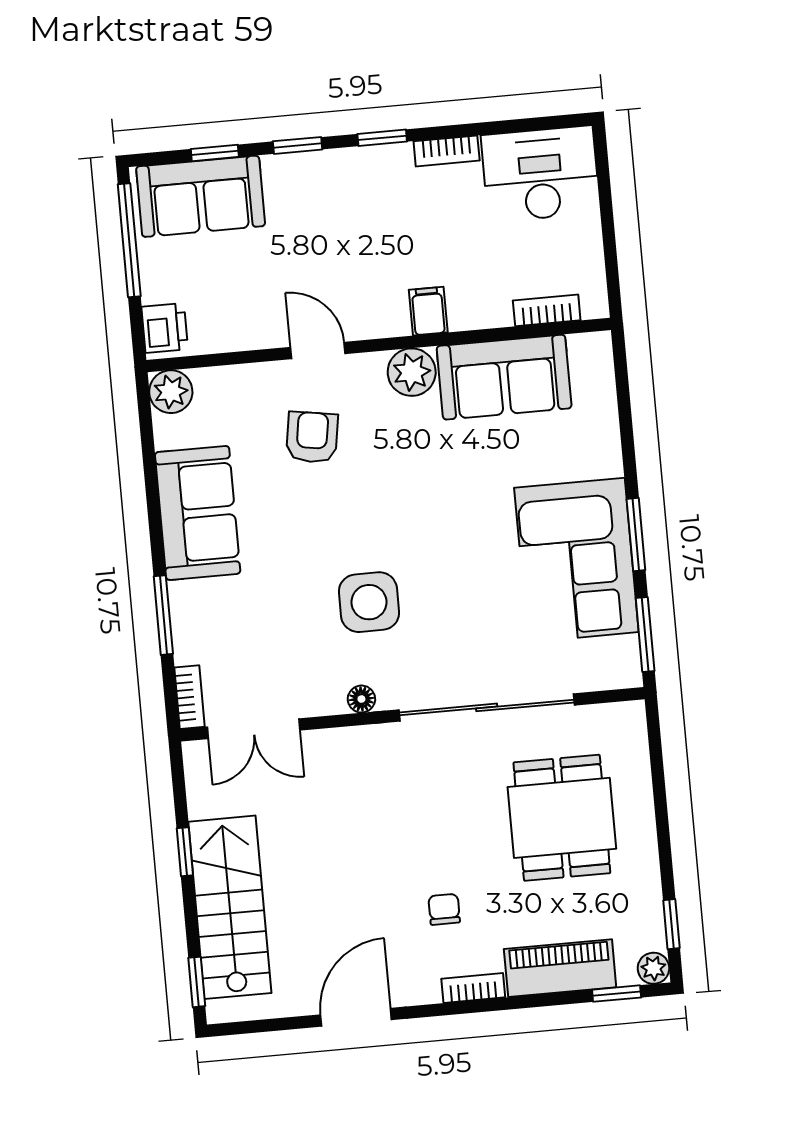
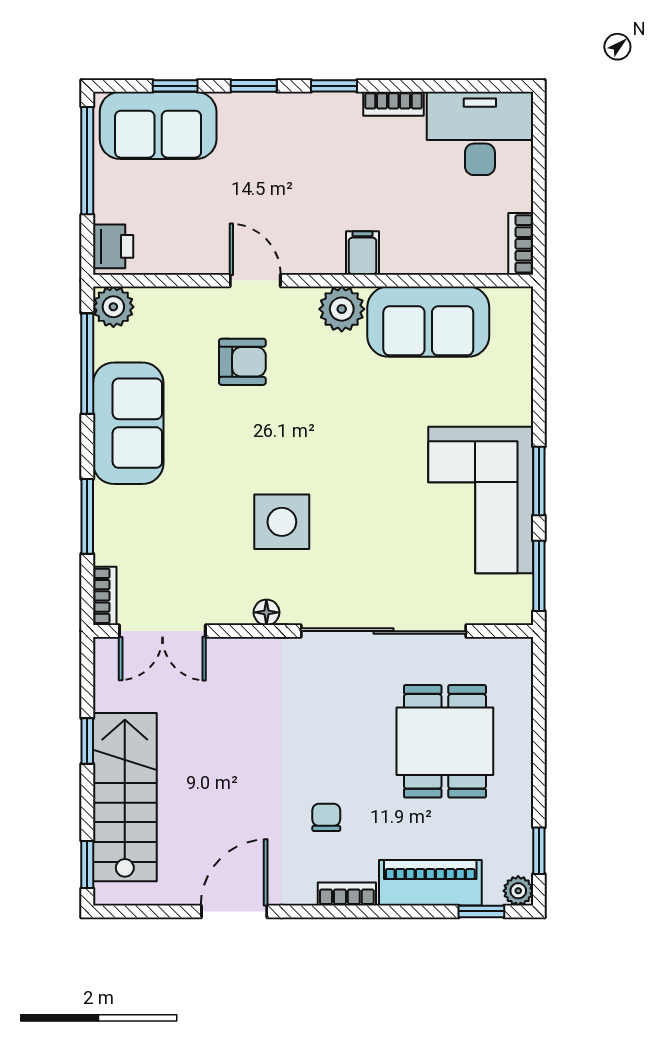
bookcase: (547, 310) -> (521, 244), moved, turned -90
armchair: (312, 437) -> (242, 362), turned 81
window: (149, 454) -> (87, 364), added

